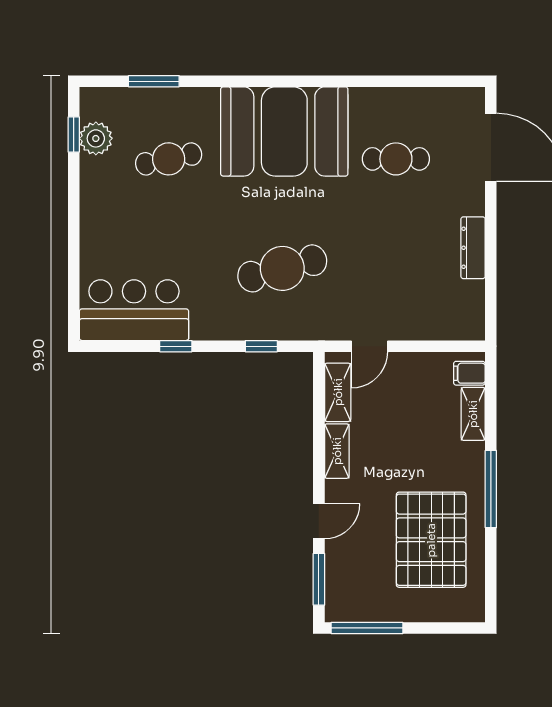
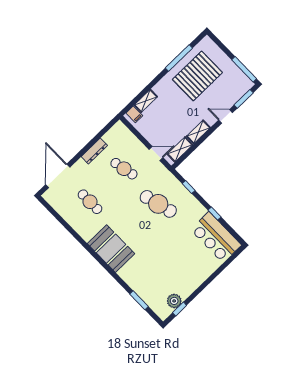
booth: (284, 131) -> (111, 249), width x0.73, depth x0.70
cafe table: (169, 159) -> (124, 169), moved
window: (491, 489) -> (179, 58), moved

